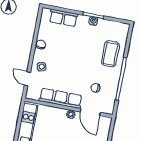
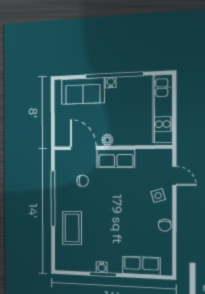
row of seats: (61, 98) -> (116, 158), width x0.68

